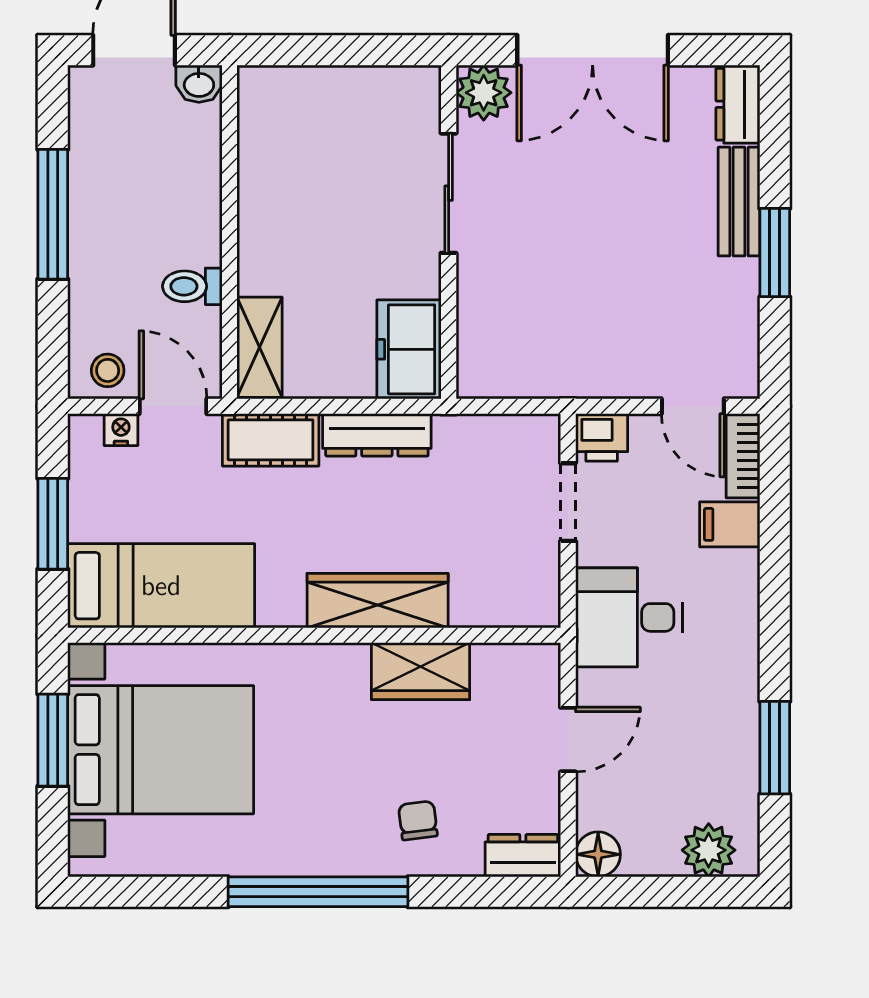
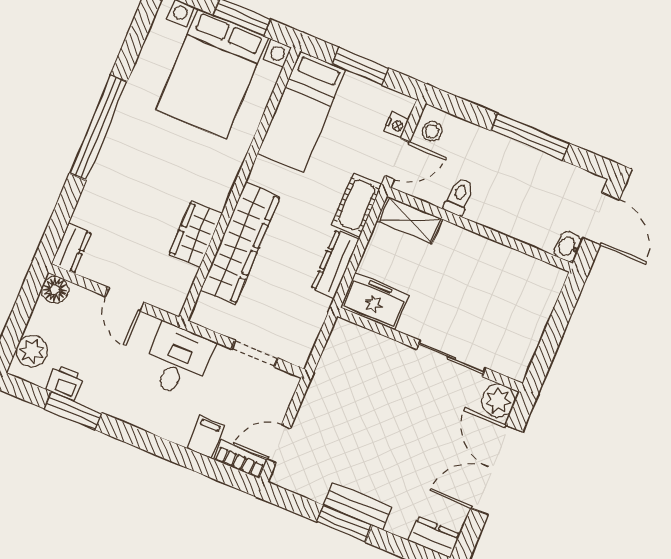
bench: (739, 202) -> (358, 506), moved
printer: (602, 437) -> (65, 382), moved, turned 90
wardrobe: (378, 601) -> (240, 243), width x1.40, depth x1.17
chair: (418, 820) -> (115, 199), removed

